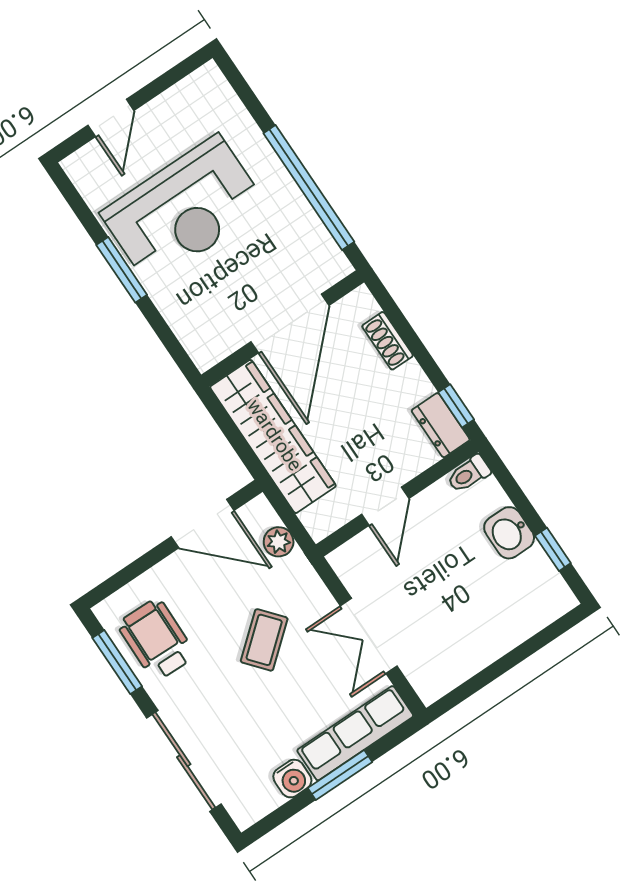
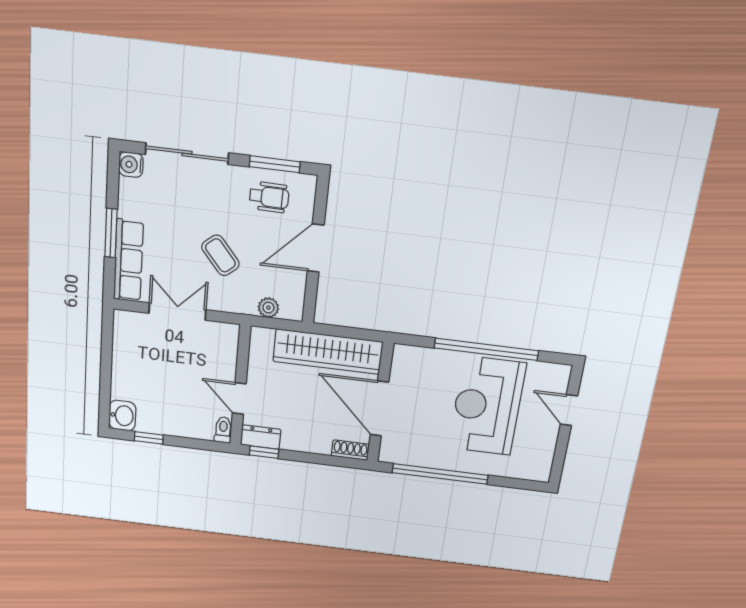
window: (122, 270) -> (486, 349), width x2.11
shoe rack: (388, 341) -> (350, 450), moved
door: (385, 506) -> (239, 399), moved
door: (203, 524) -> (316, 248), moved
washbasin: (509, 533) -> (122, 416), moved, turned 90
wheelchair: (156, 640) -> (269, 197), width x0.73, depth x0.73
water cooler: (292, 779) -> (131, 165), moved

